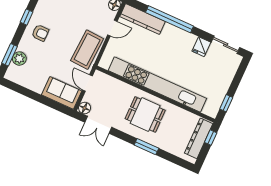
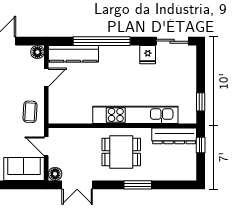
coffee table: (87, 50) -> (30, 112), width x0.54, depth x0.58
kitchen unit: (157, 85) -> (135, 115), width x0.73
dresser: (199, 138) -> (174, 136), moved, turned -90

